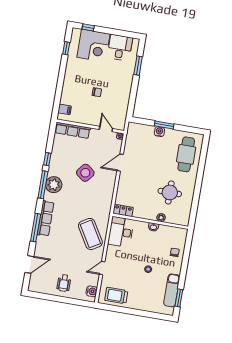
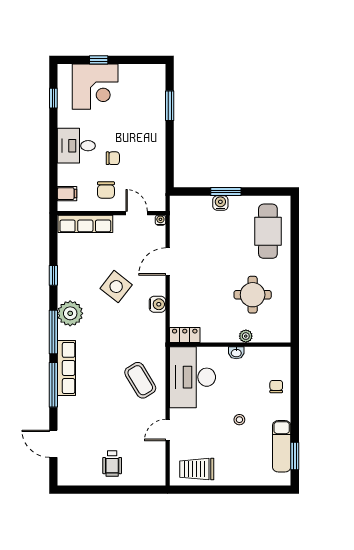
window: (88, 27) -> (99, 60), moved
desk: (120, 48) -> (76, 146), moved, turned -90
chair: (89, 111) -> (106, 190), added
window: (43, 185) -> (53, 332), moved
desk: (121, 232) -> (192, 377), width x1.36, depth x1.30
coffee table: (90, 234) -> (140, 380), width x0.73, depth x0.76
door: (29, 264) -> (53, 444), swing flipped
water cooler: (92, 291) -> (157, 304), moved

